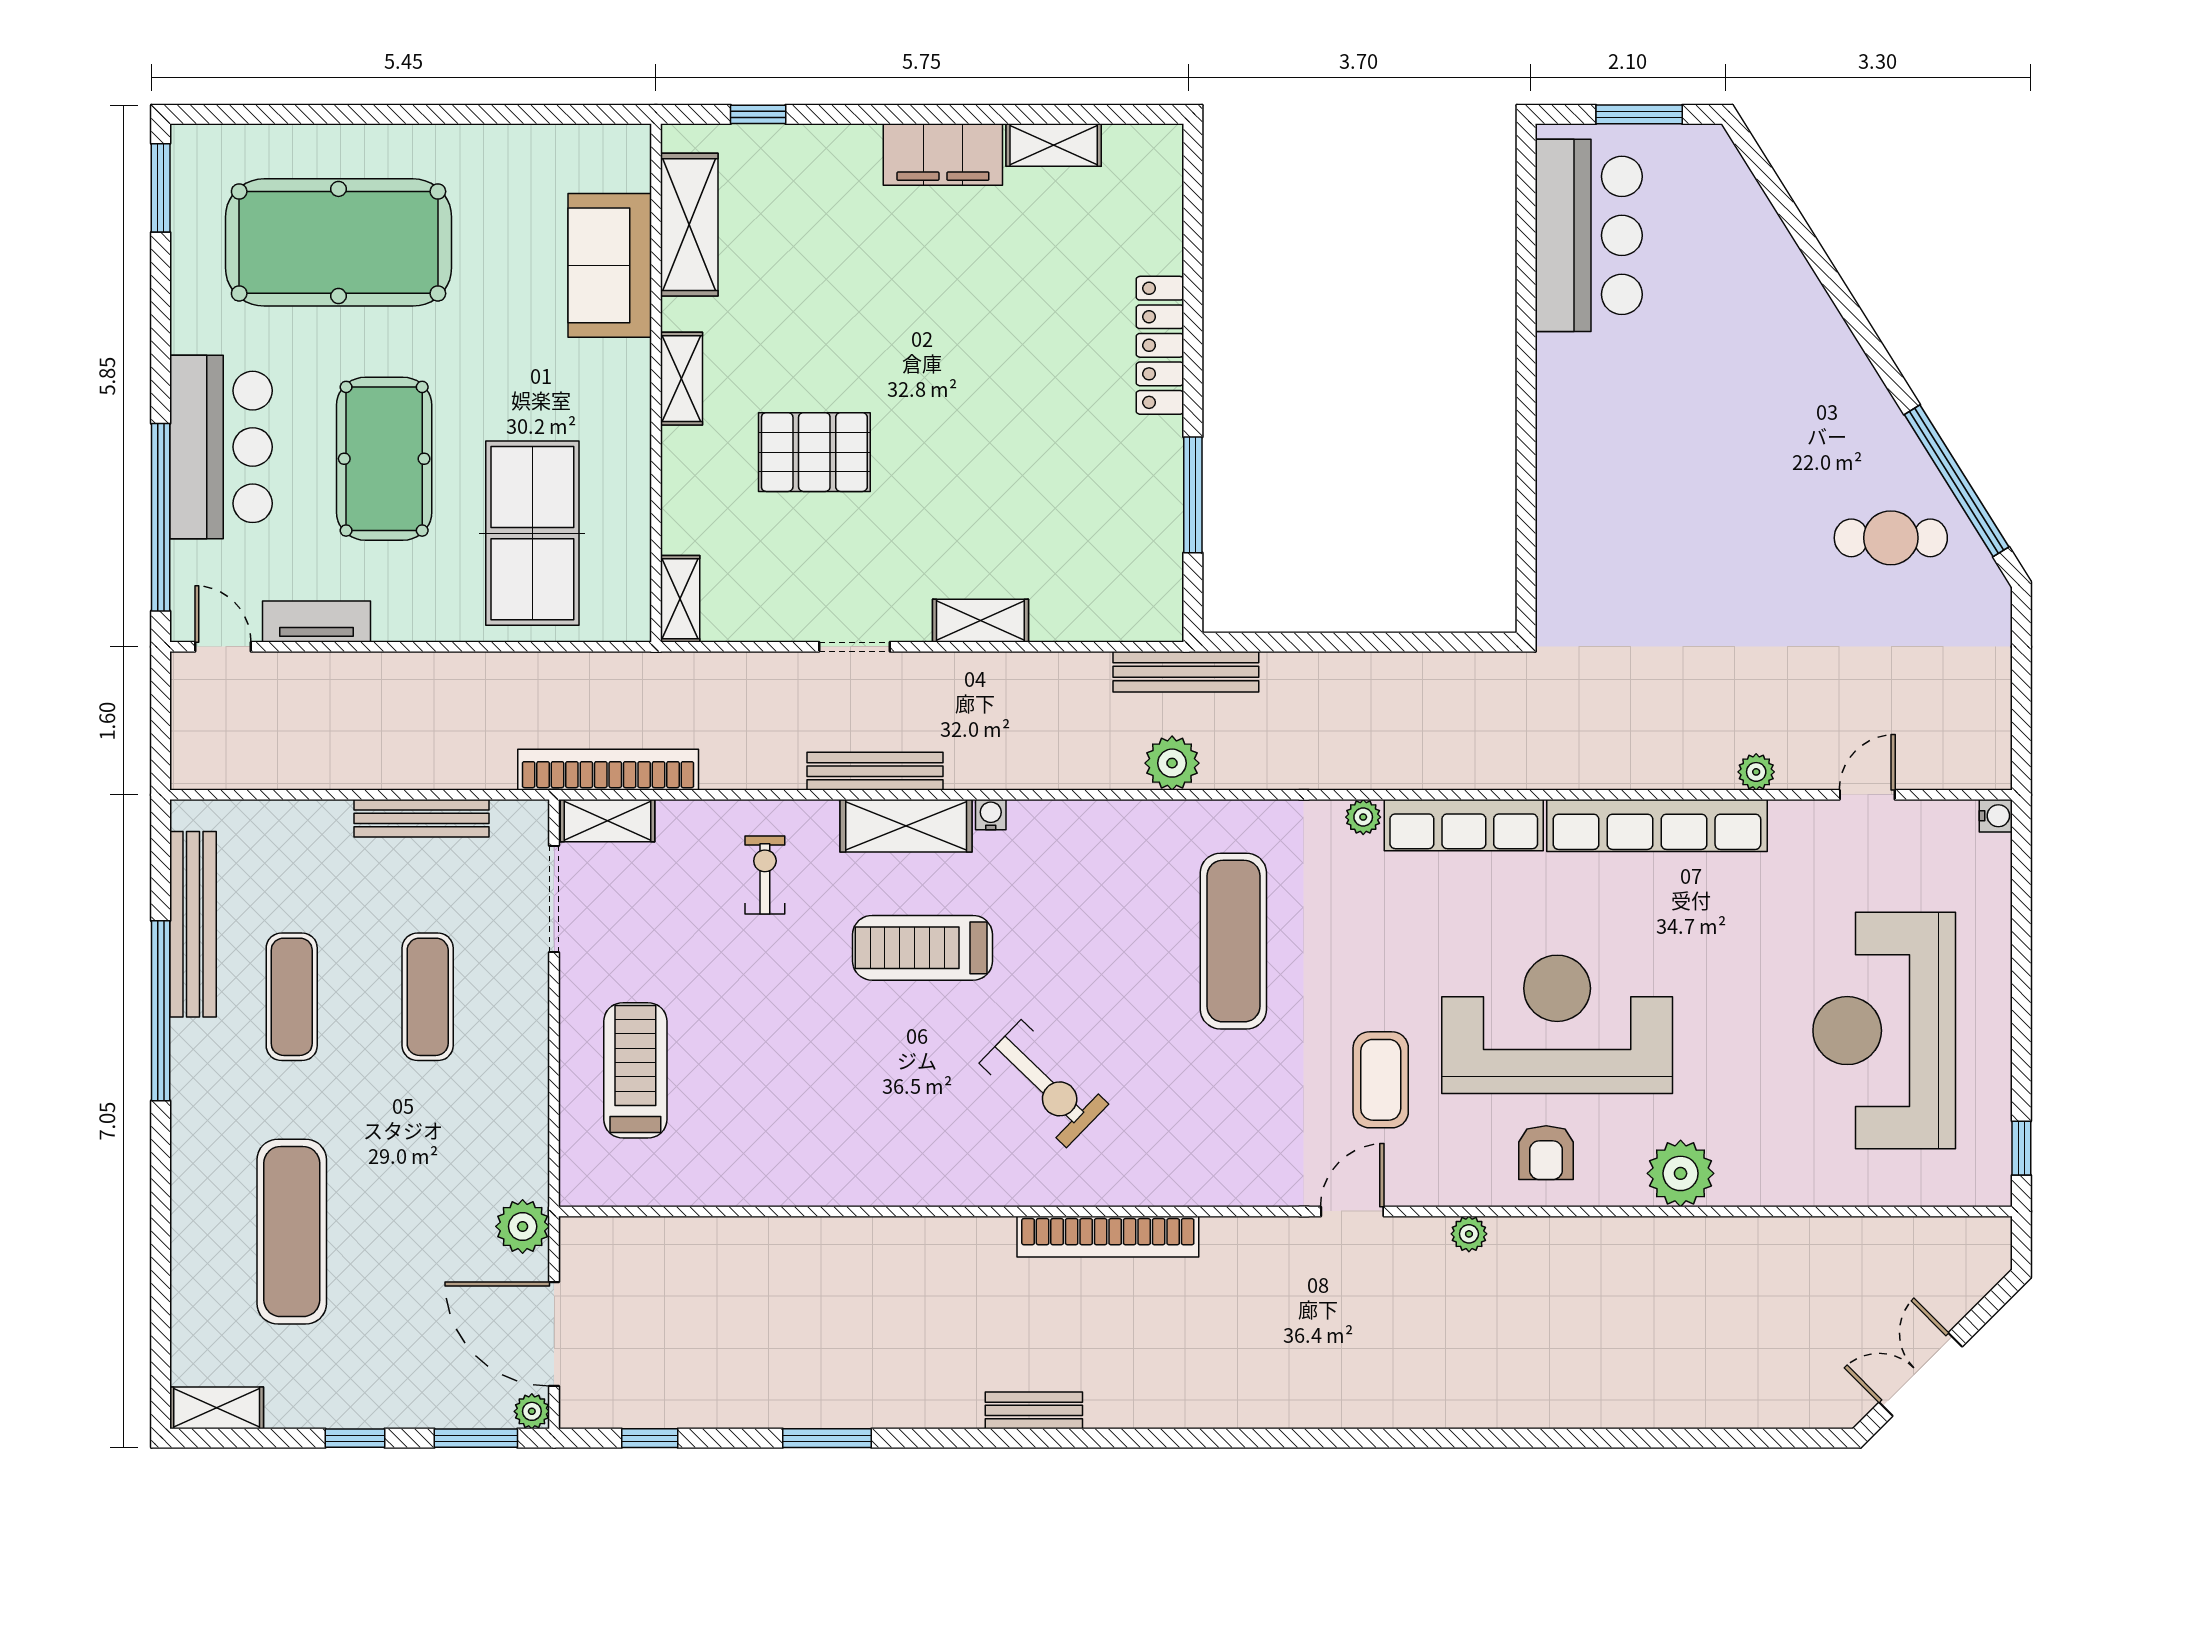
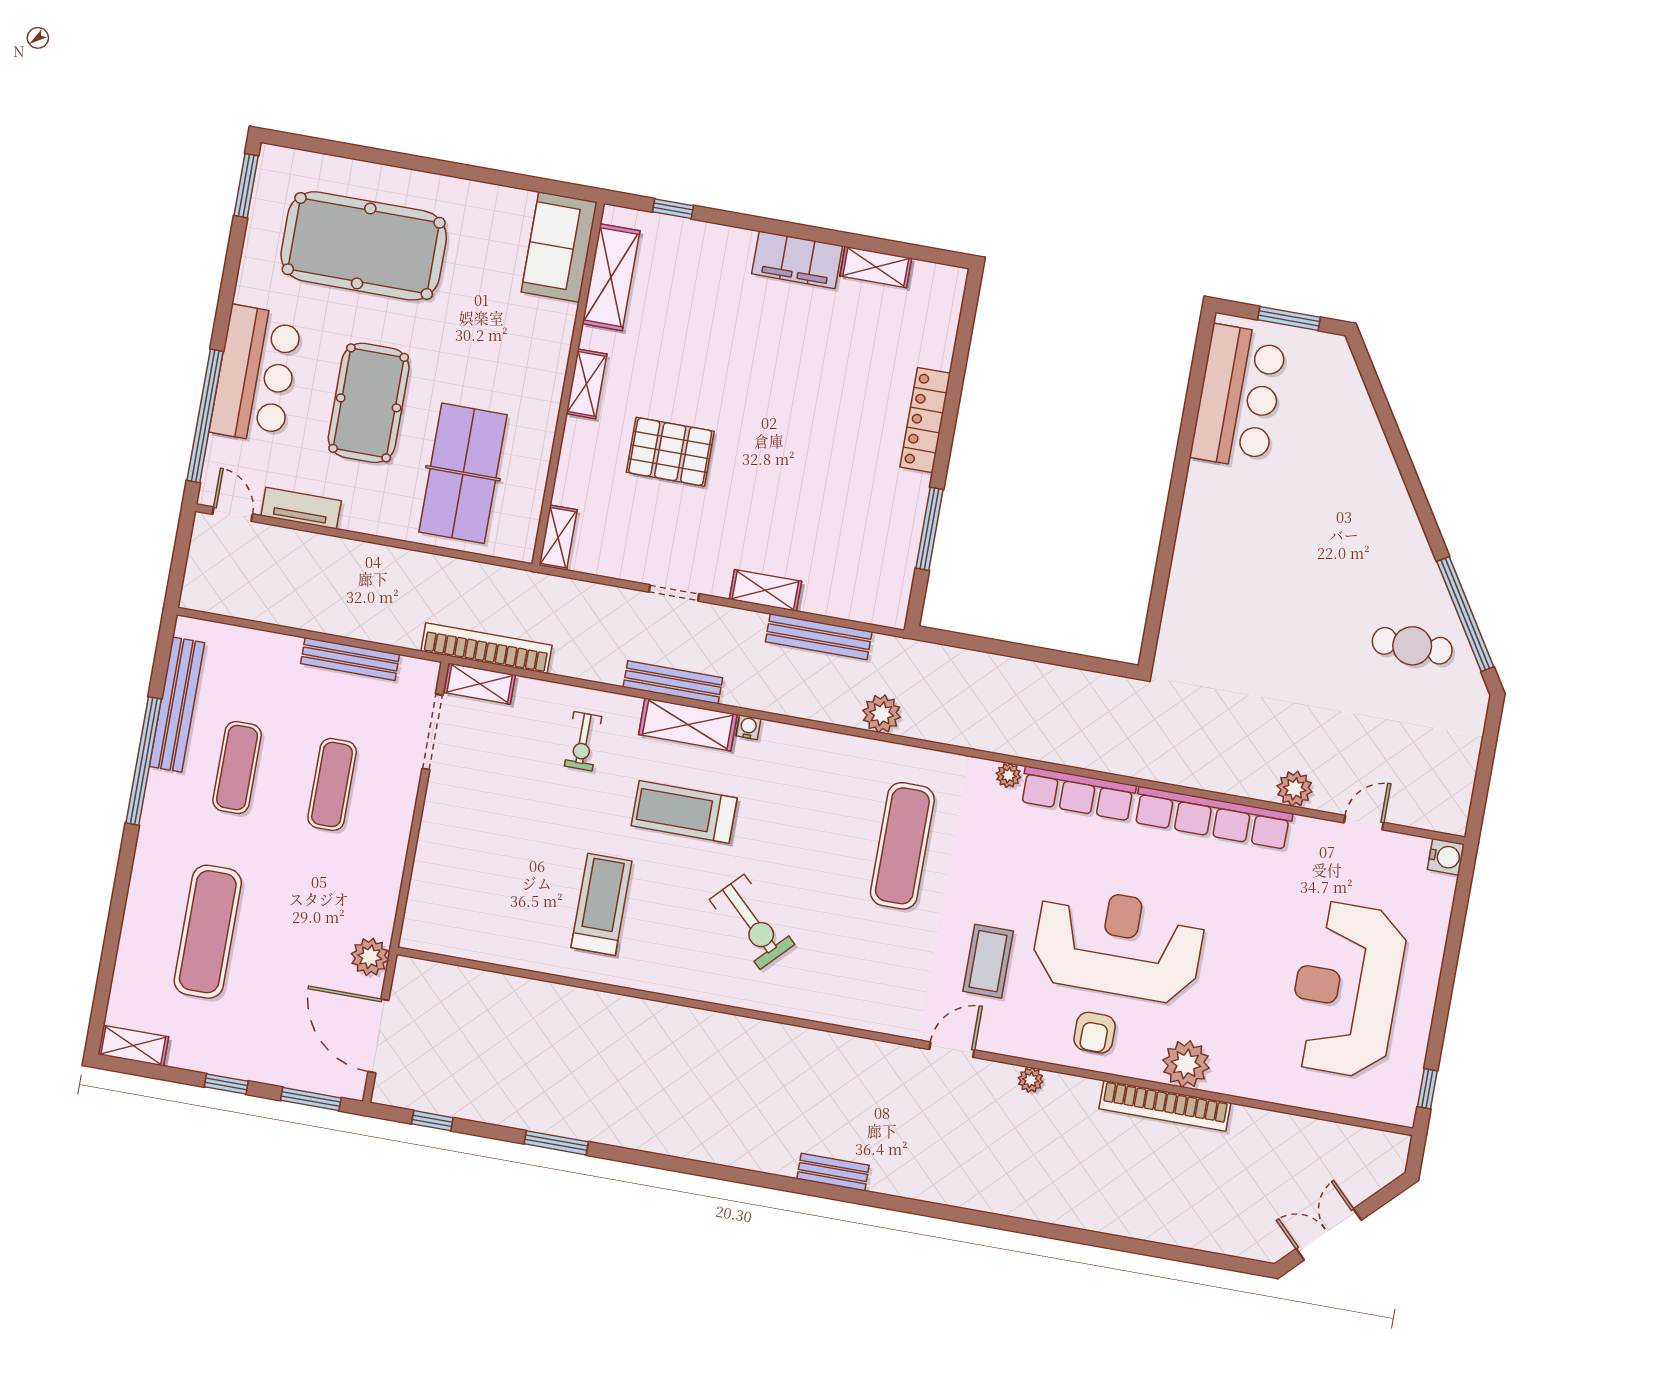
sofa: (610, 265) -> (559, 247), moved
bench: (1186, 672) -> (819, 637), moved
plant: (1756, 772) -> (1295, 789), width x1.38, depth x1.38
water cooler: (1996, 816) -> (1446, 857), width x1.38, depth x1.38
exercise bike: (765, 875) -> (583, 741), turned 180
treadmill: (635, 1070) -> (601, 904), moved
bookcase: (1108, 1237) -> (1165, 1106), moved
bench: (1034, 1410) -> (833, 1172), moved
plant: (532, 1411) -> (353, 1087), removed

